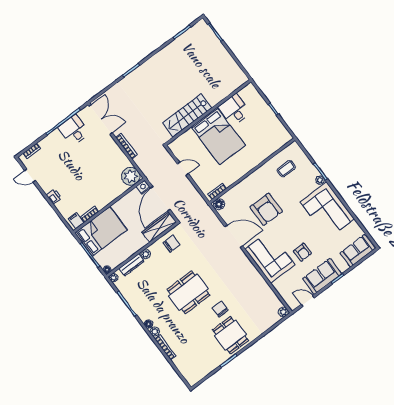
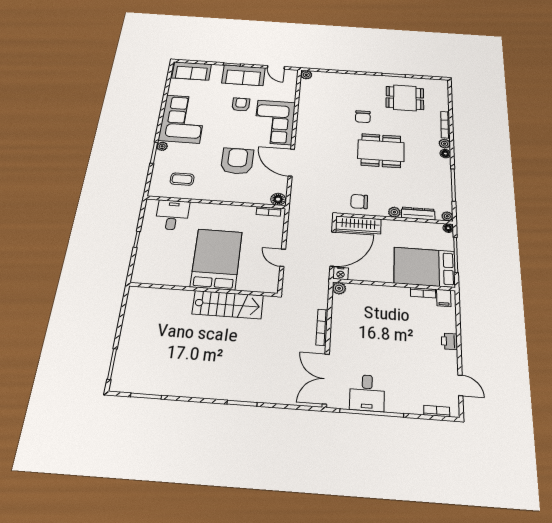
desk: (234, 110) -> (172, 215), moved, turned 180
plant: (131, 176) -> (339, 288), width x0.53, depth x0.53
dining table: (231, 335) -> (405, 98), moved, turned 90

